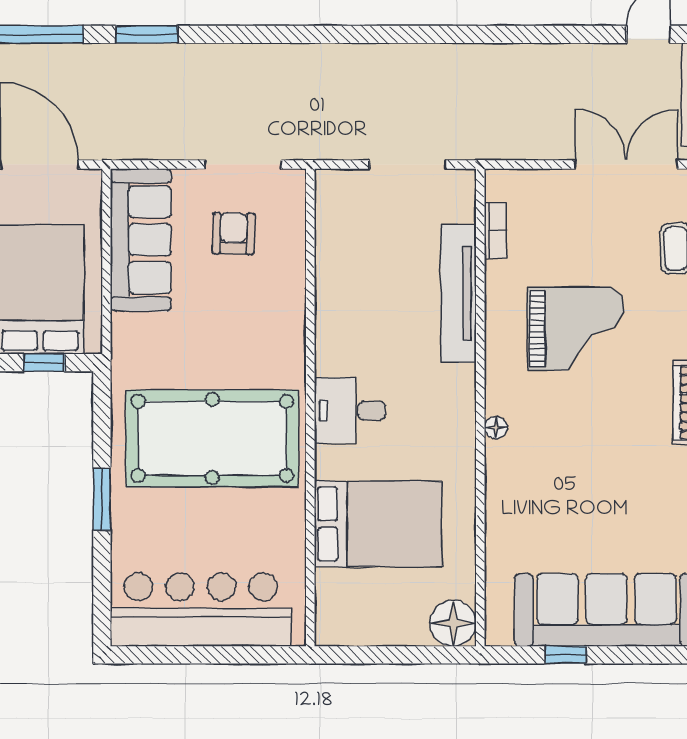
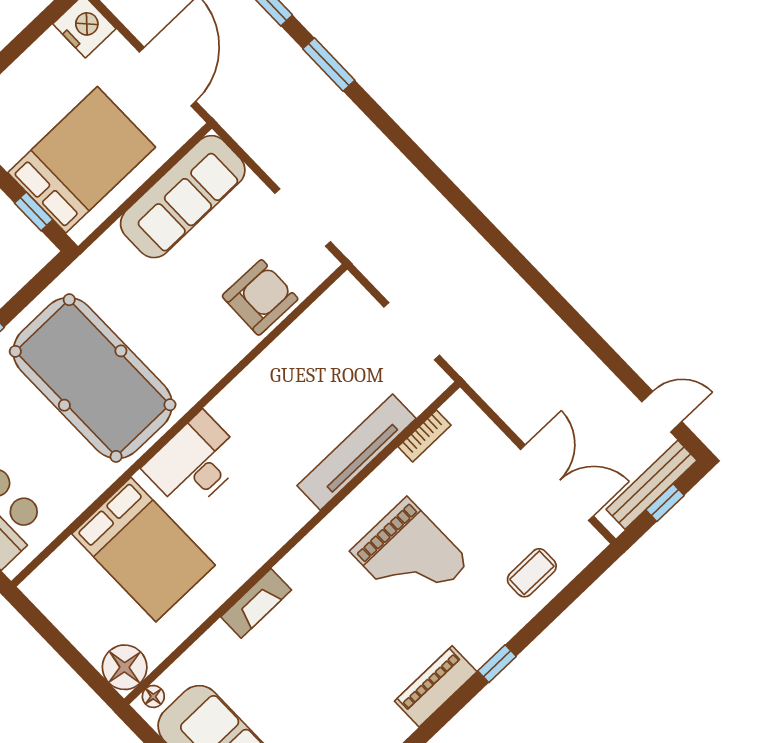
armchair: (234, 233) -> (260, 297), moved, width x1.38, depth x1.38
desk: (350, 411) -> (195, 463), width x1.37
floor lamp: (496, 428) -> (153, 696), moved
fireplace: (500, 478) -> (256, 603), added

